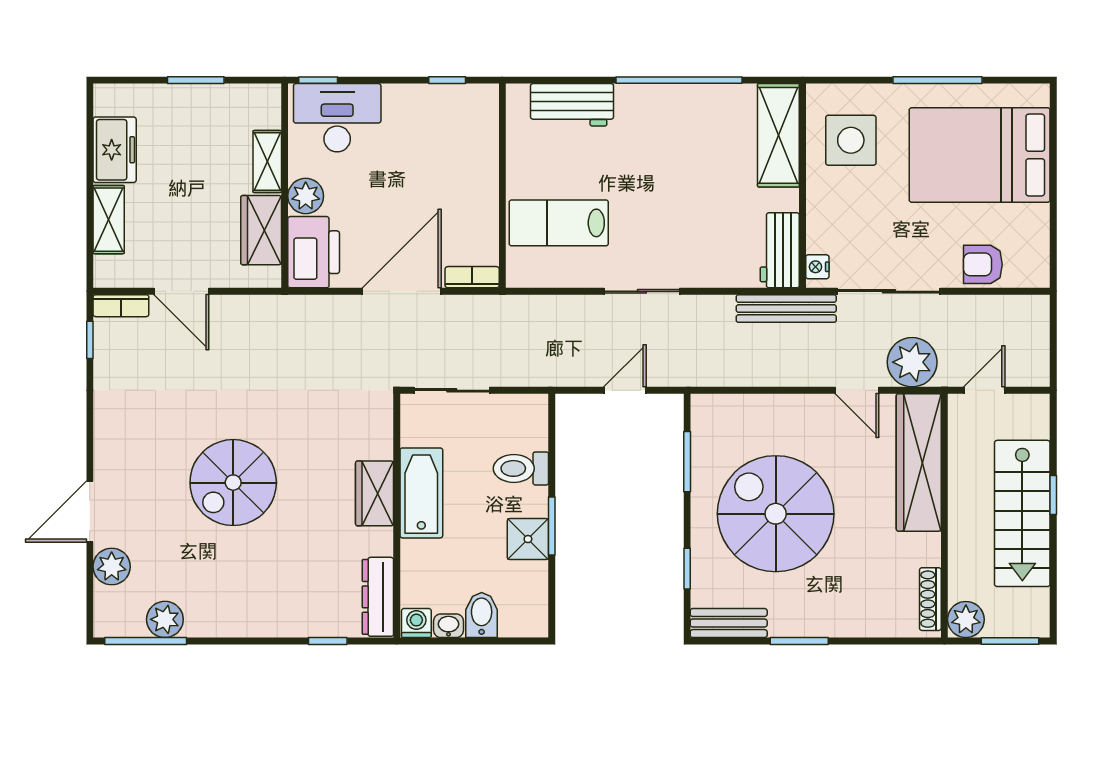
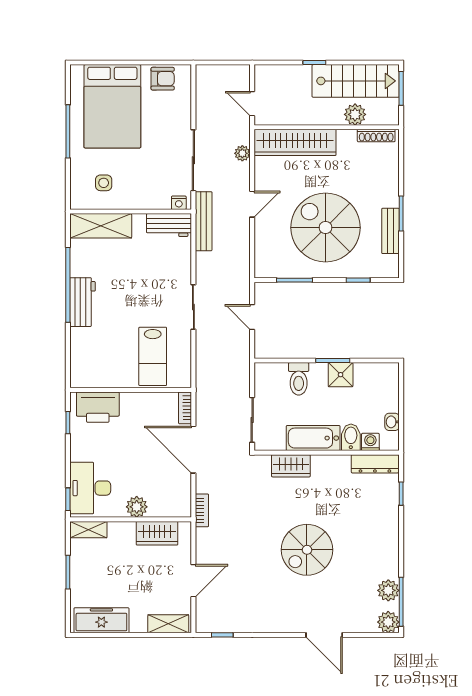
workbench: (572, 105) -> (83, 302), moved
side table: (851, 140) -> (104, 183), width x0.54, depth x0.54
freezer: (115, 150) -> (101, 620), width x1.40
shelving: (267, 162) -> (88, 530), moved
shelving: (109, 220) -> (168, 624), moved
printer: (314, 252) -> (98, 407), moved, turned 180
armchair: (983, 264) -> (163, 79), moved, turned -90
bookcase: (121, 306) -> (202, 510), moved
plant: (912, 362) -> (242, 153), width x0.53, depth x0.53
door: (857, 390) -> (252, 204), moved
spiral stairs: (233, 483) -> (307, 550), turned 90
wardrobe: (375, 493) -> (291, 466), moved
stairs: (1022, 513) -> (356, 81), moved
spiral stairs: (776, 514) -> (326, 228), turned 90
plant: (112, 567) -> (388, 622), moved
bidet: (482, 615) -> (351, 437), moved, turned 90
plant: (966, 620) -> (355, 114), moved
washing machine: (416, 623) -> (370, 442), moved, turned 90
bench: (729, 623) -> (390, 231), moved

